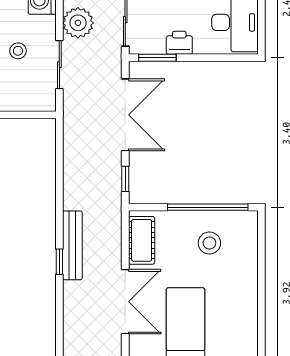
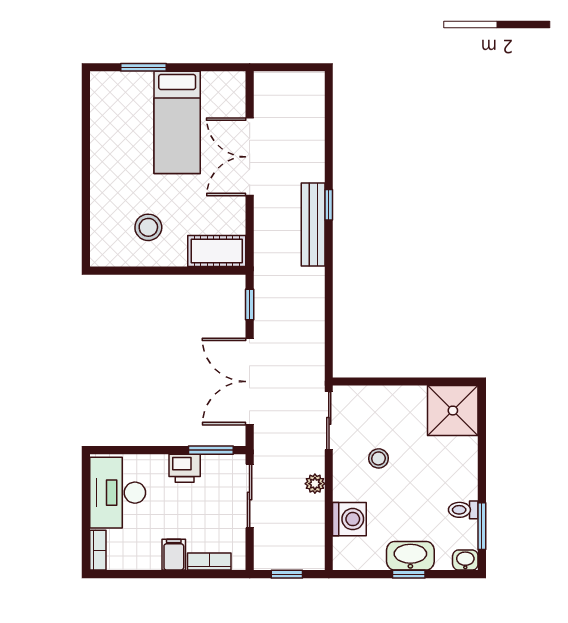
plant: (78, 23) -> (315, 484), width x0.53, depth x0.53
sliding door: (59, 65) -> (329, 421), moved
window: (208, 207) -> (150, 271), removed
cot: (142, 240) -> (217, 251), moved, turned 90

